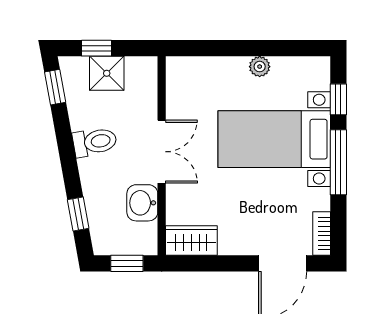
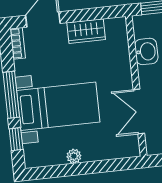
double door: (162, 152) -> (139, 111), moved
wardrobe: (191, 240) -> (86, 31), moved

